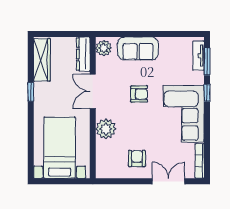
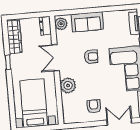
dresser: (83, 54) -> (45, 26), width x0.70

